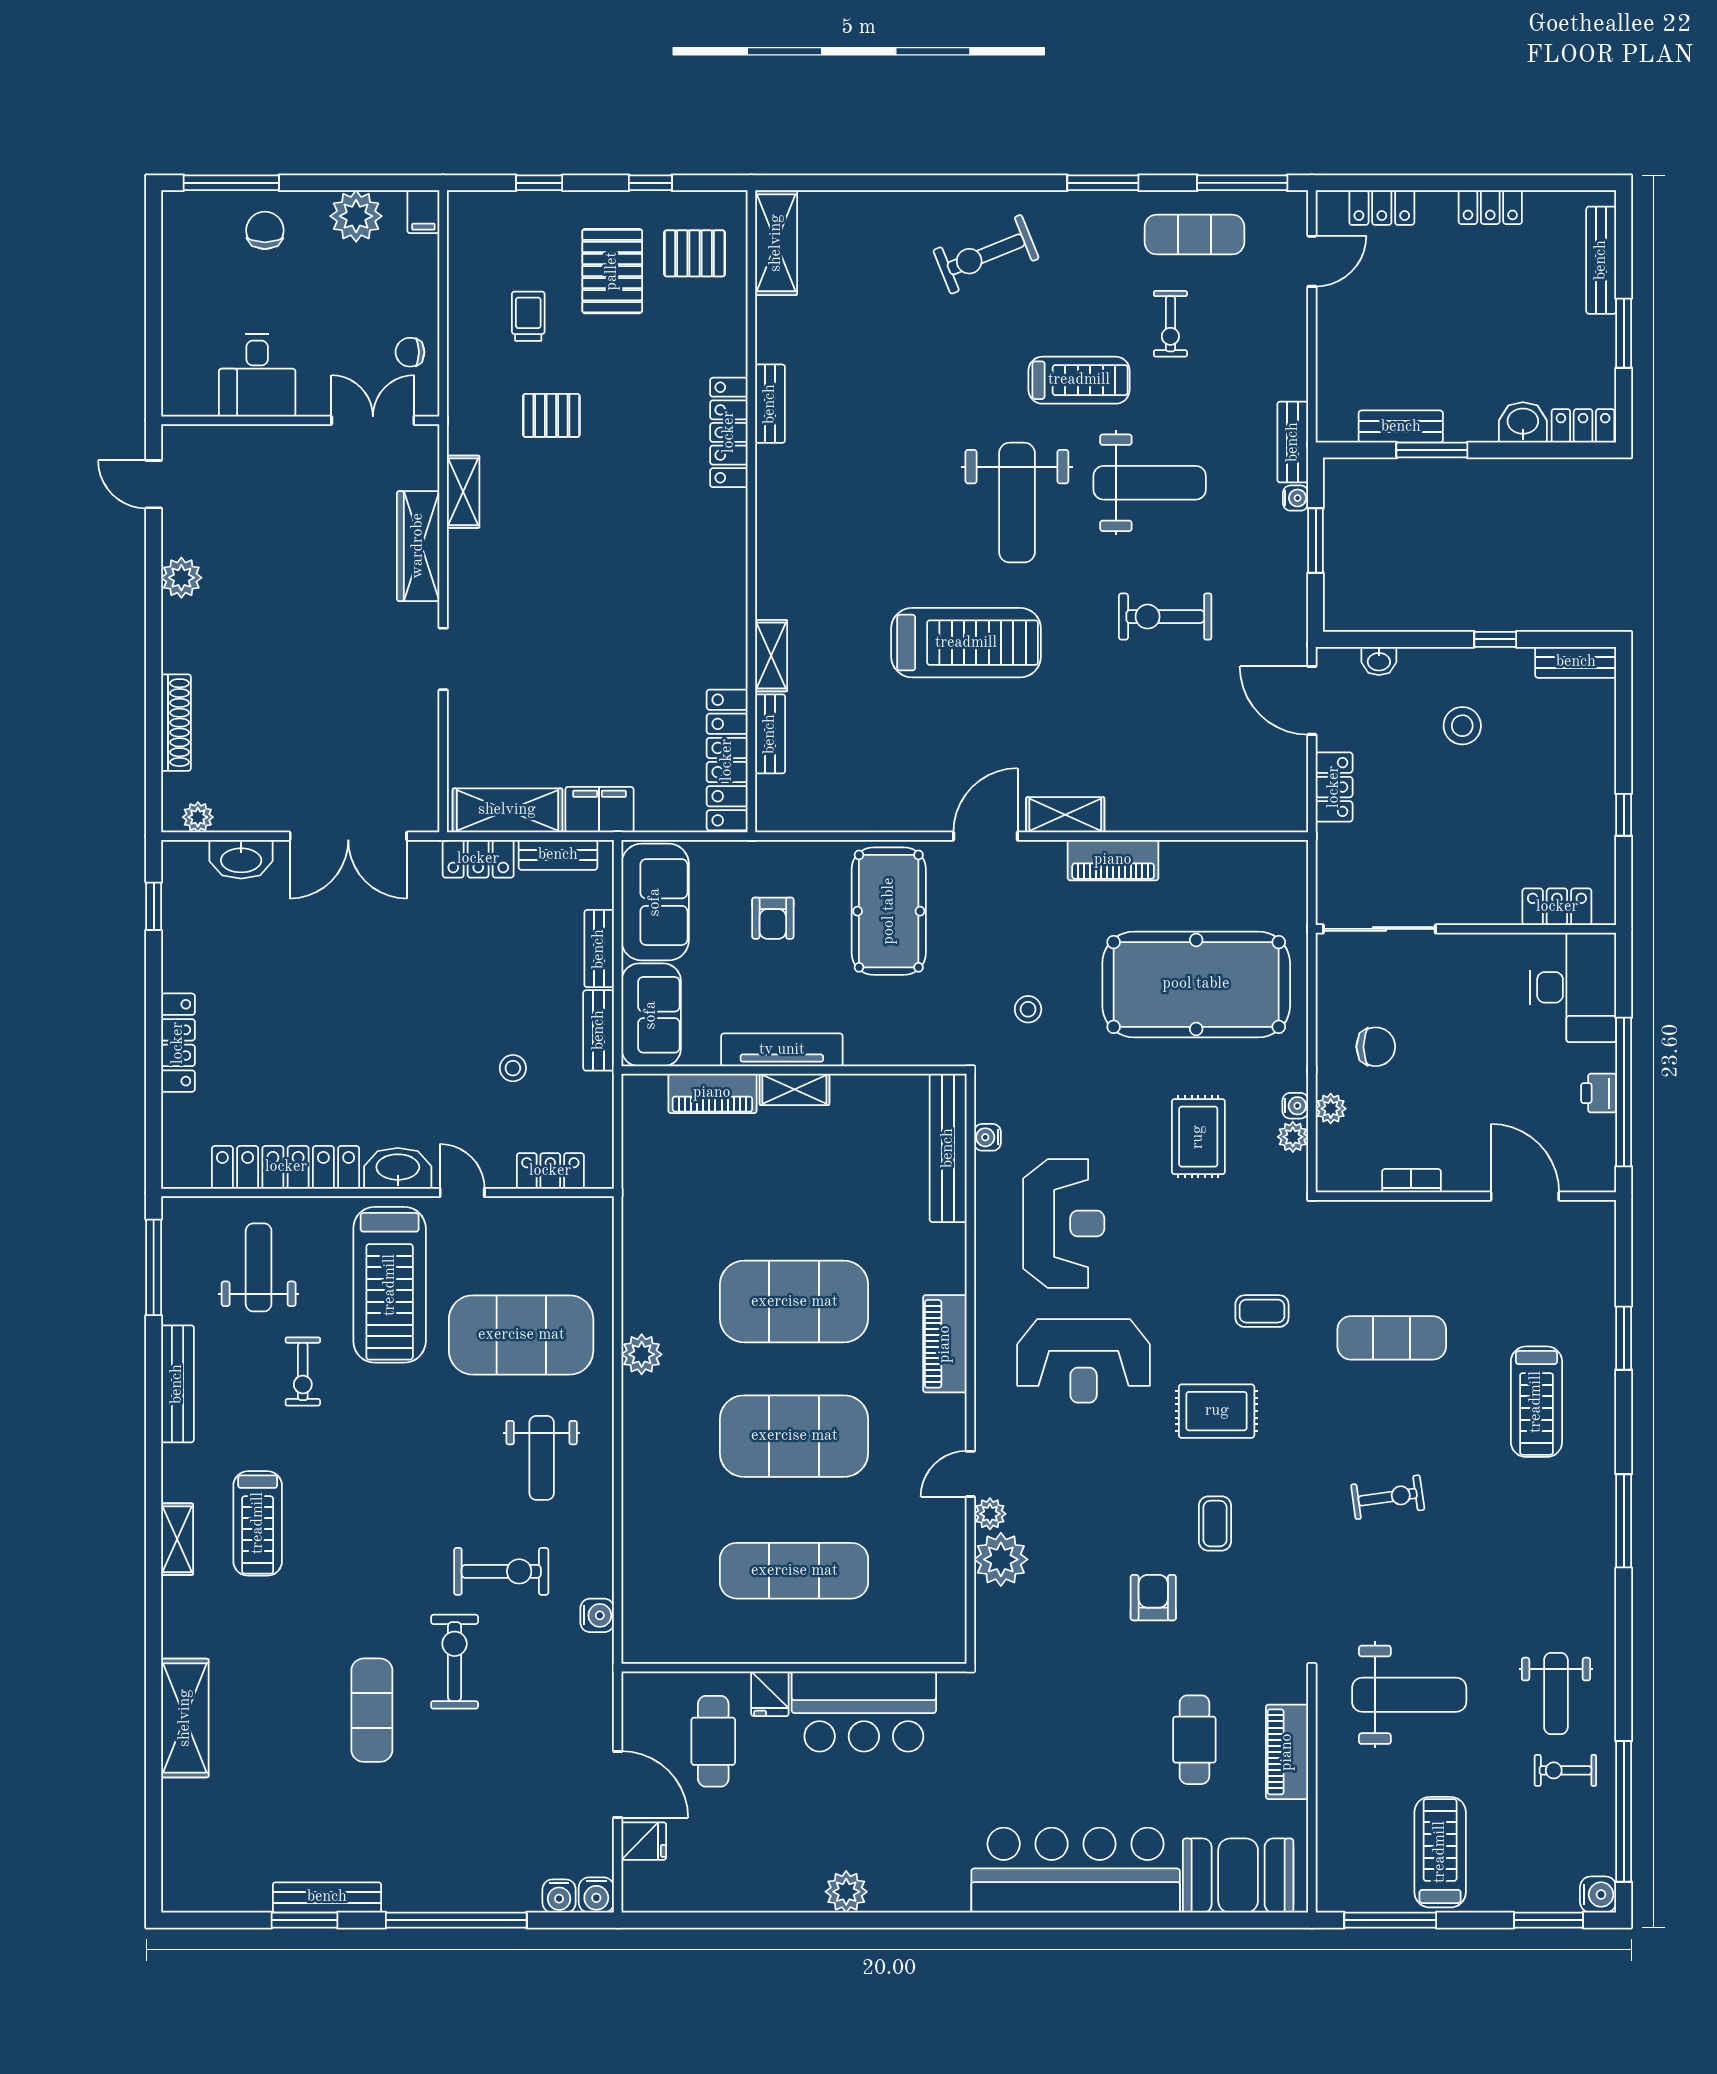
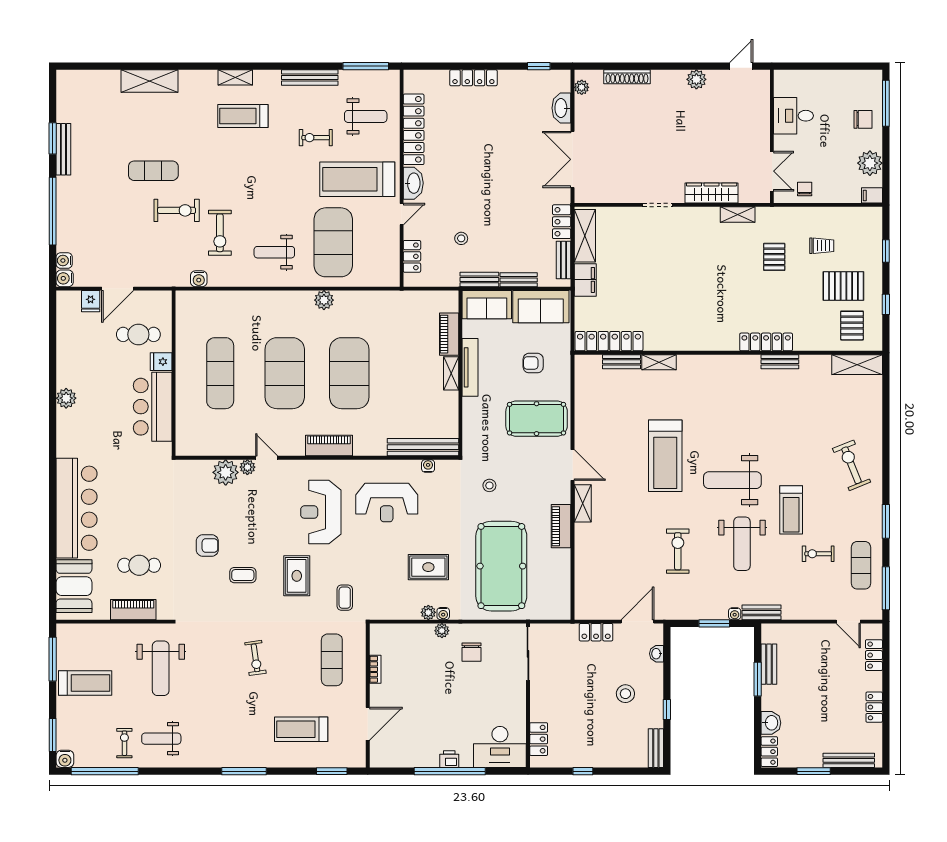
bookcase: (1411, 1181) -> (375, 669), moved
wall: (1466, 1196) -> (368, 695), moved
door: (1525, 1196) -> (368, 724), moved

